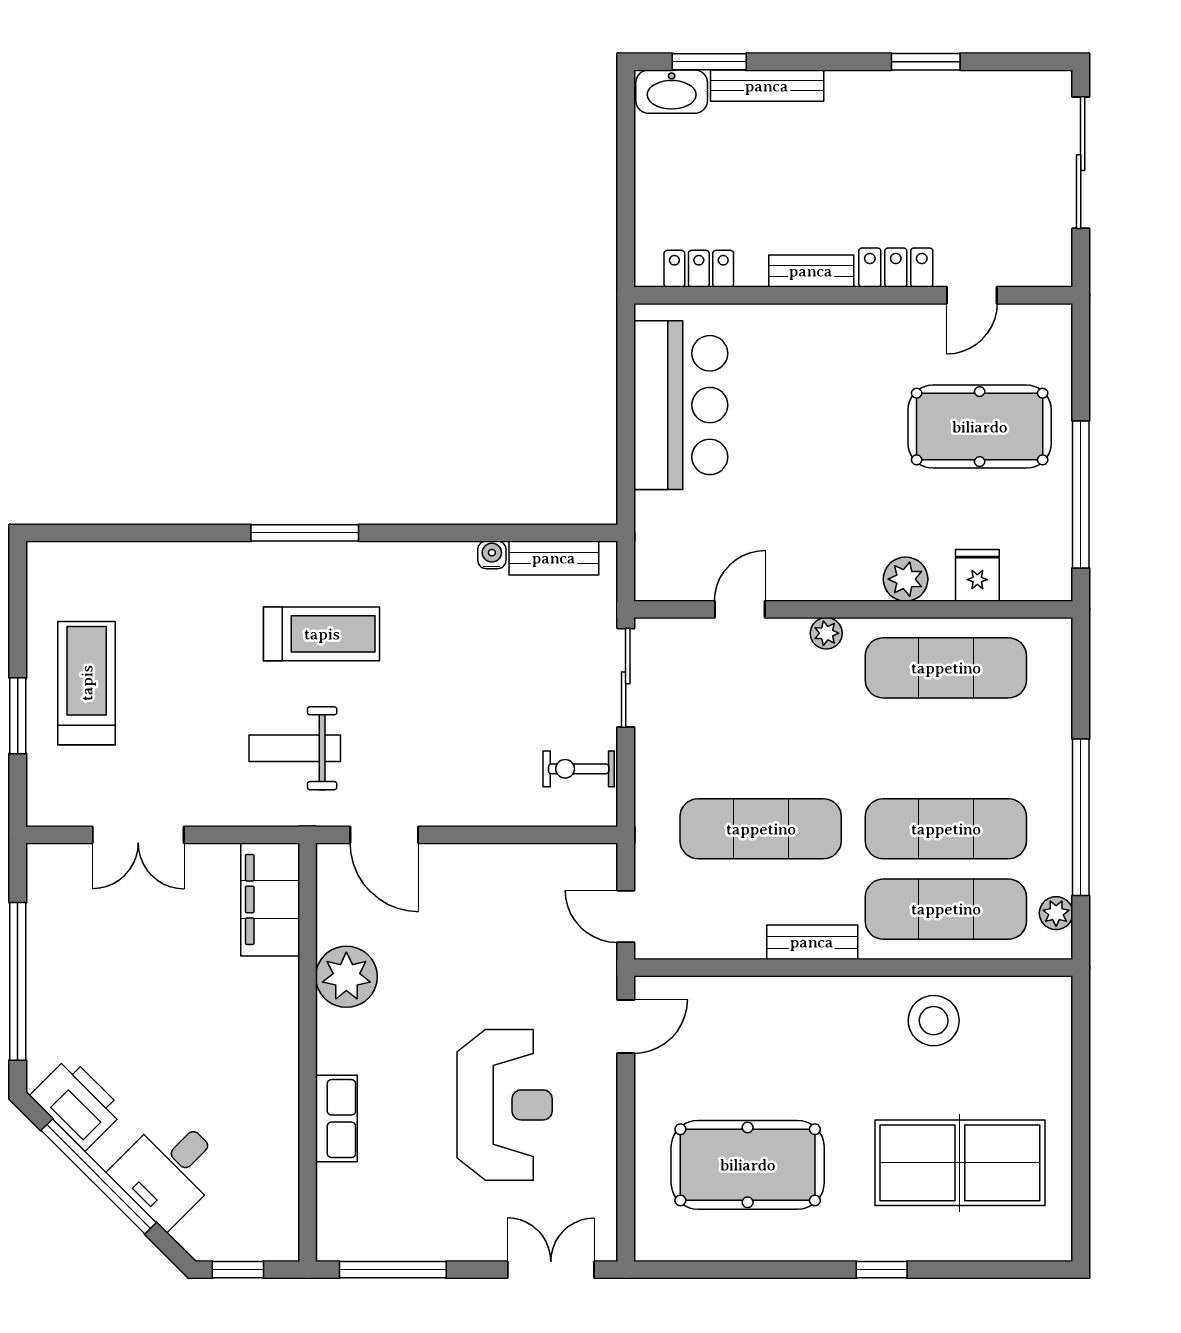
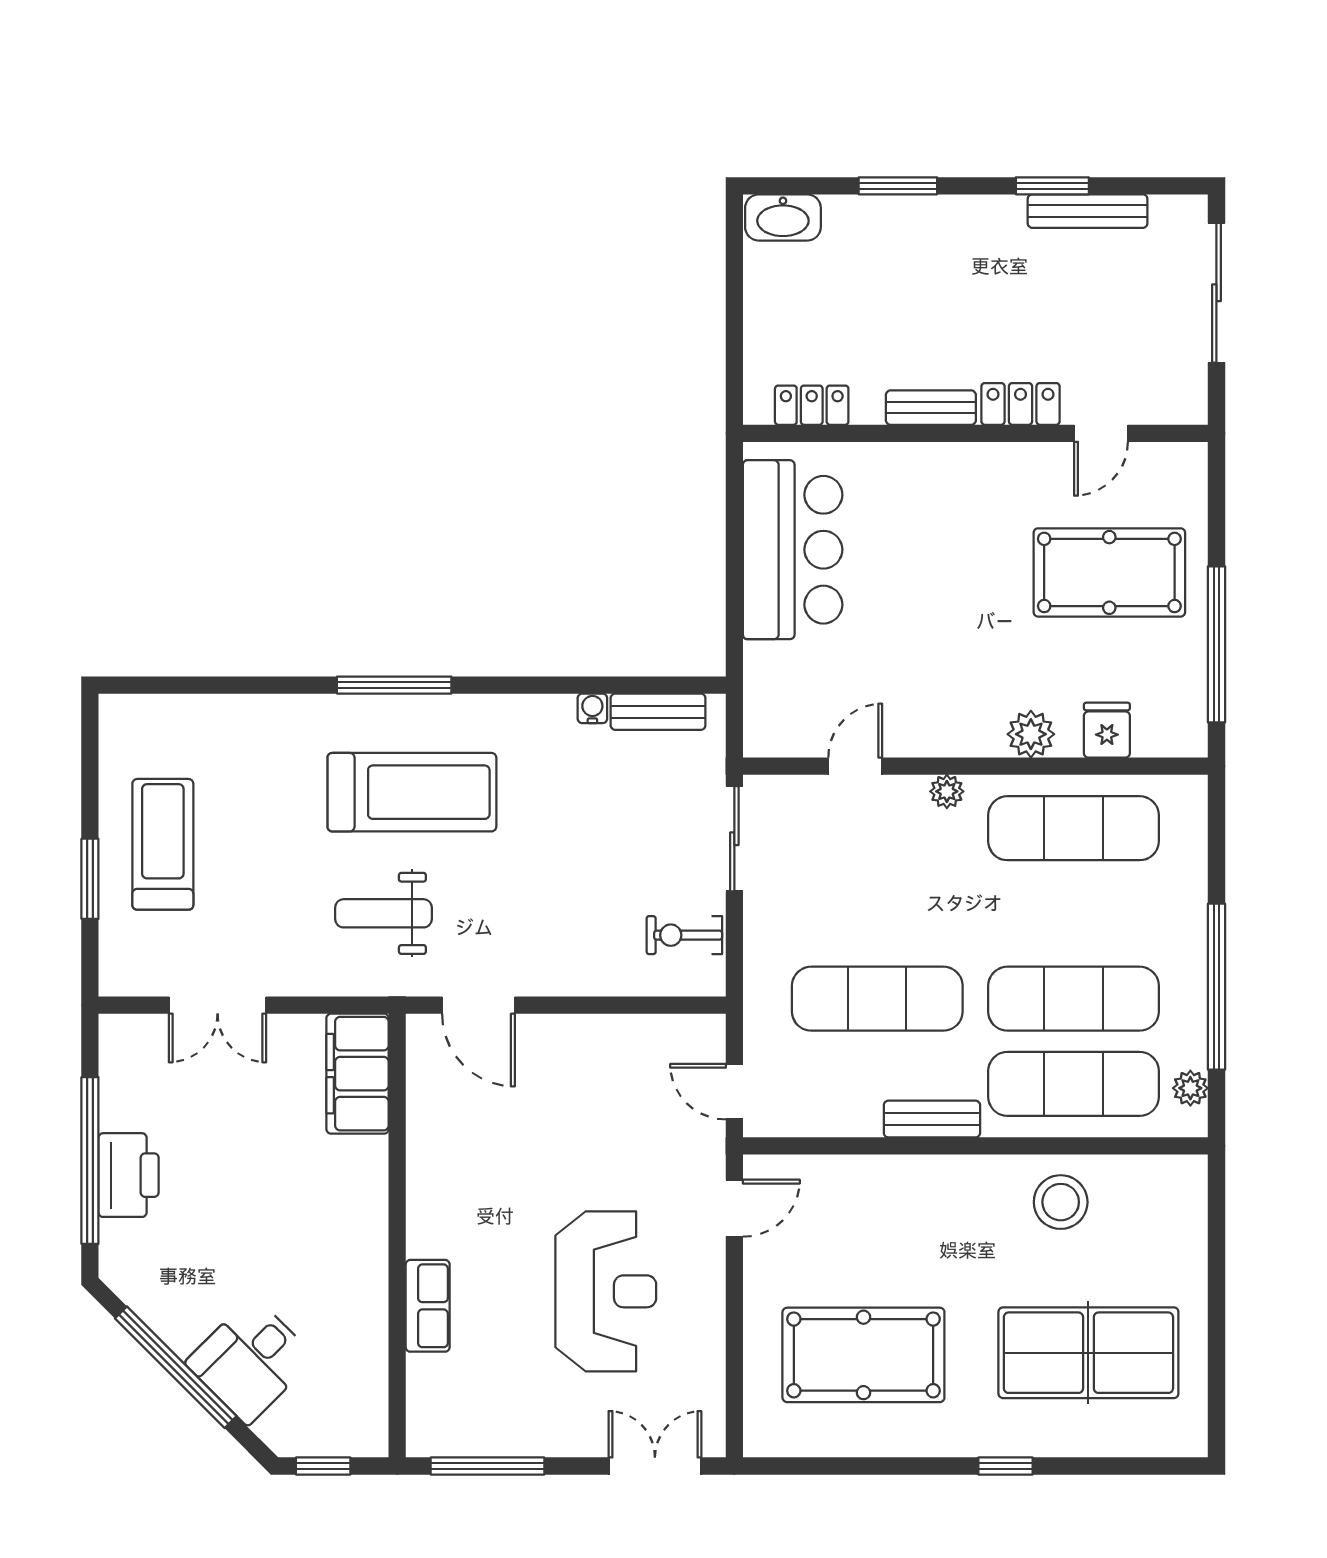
window: (709, 62) -> (898, 186), moved
bench: (767, 86) -> (1088, 211), moved
treadmill: (322, 634) -> (412, 792), width x1.37, depth x1.38
plant: (346, 977) -> (438, 1156), removed
printer: (77, 1103) -> (129, 1175), moved, turned 45

